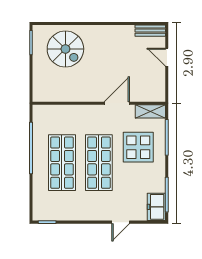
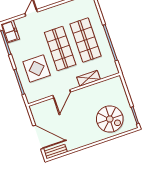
spiral stairs: (65, 49) -> (110, 119), turned 180
door: (167, 57) -> (38, 137), width x1.88
shelving: (150, 111) -> (89, 78), moved

